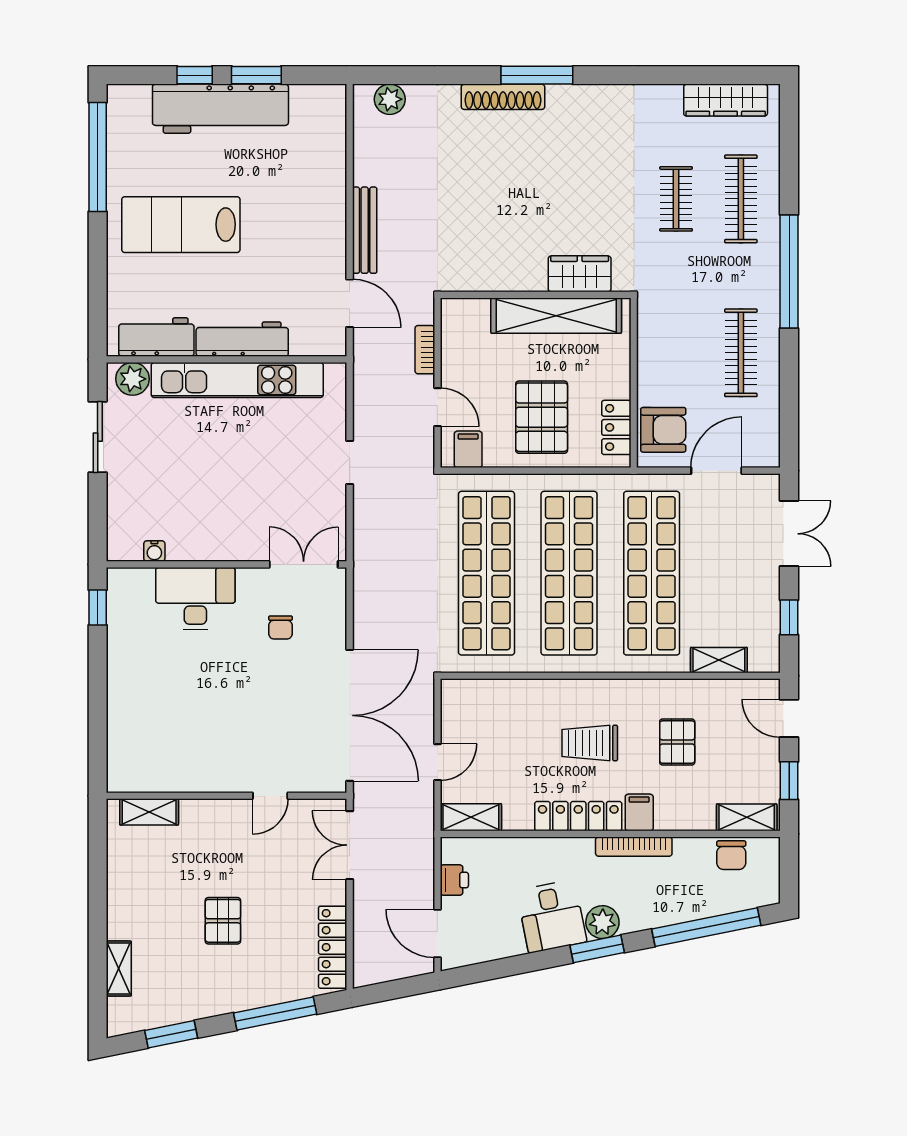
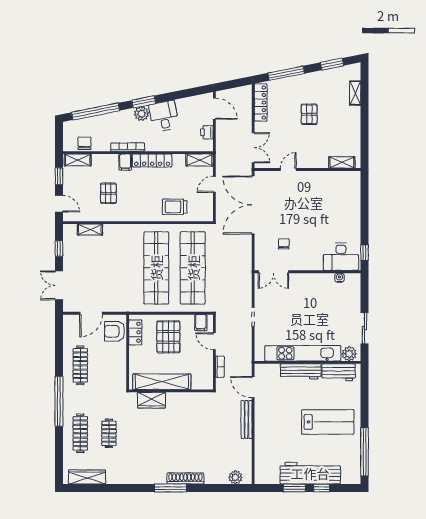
shop shelf: (652, 573) -> (120, 268), removed
desk: (195, 598) -> (341, 257), moved
trolley: (590, 743) -> (175, 207), moved, turned 180

